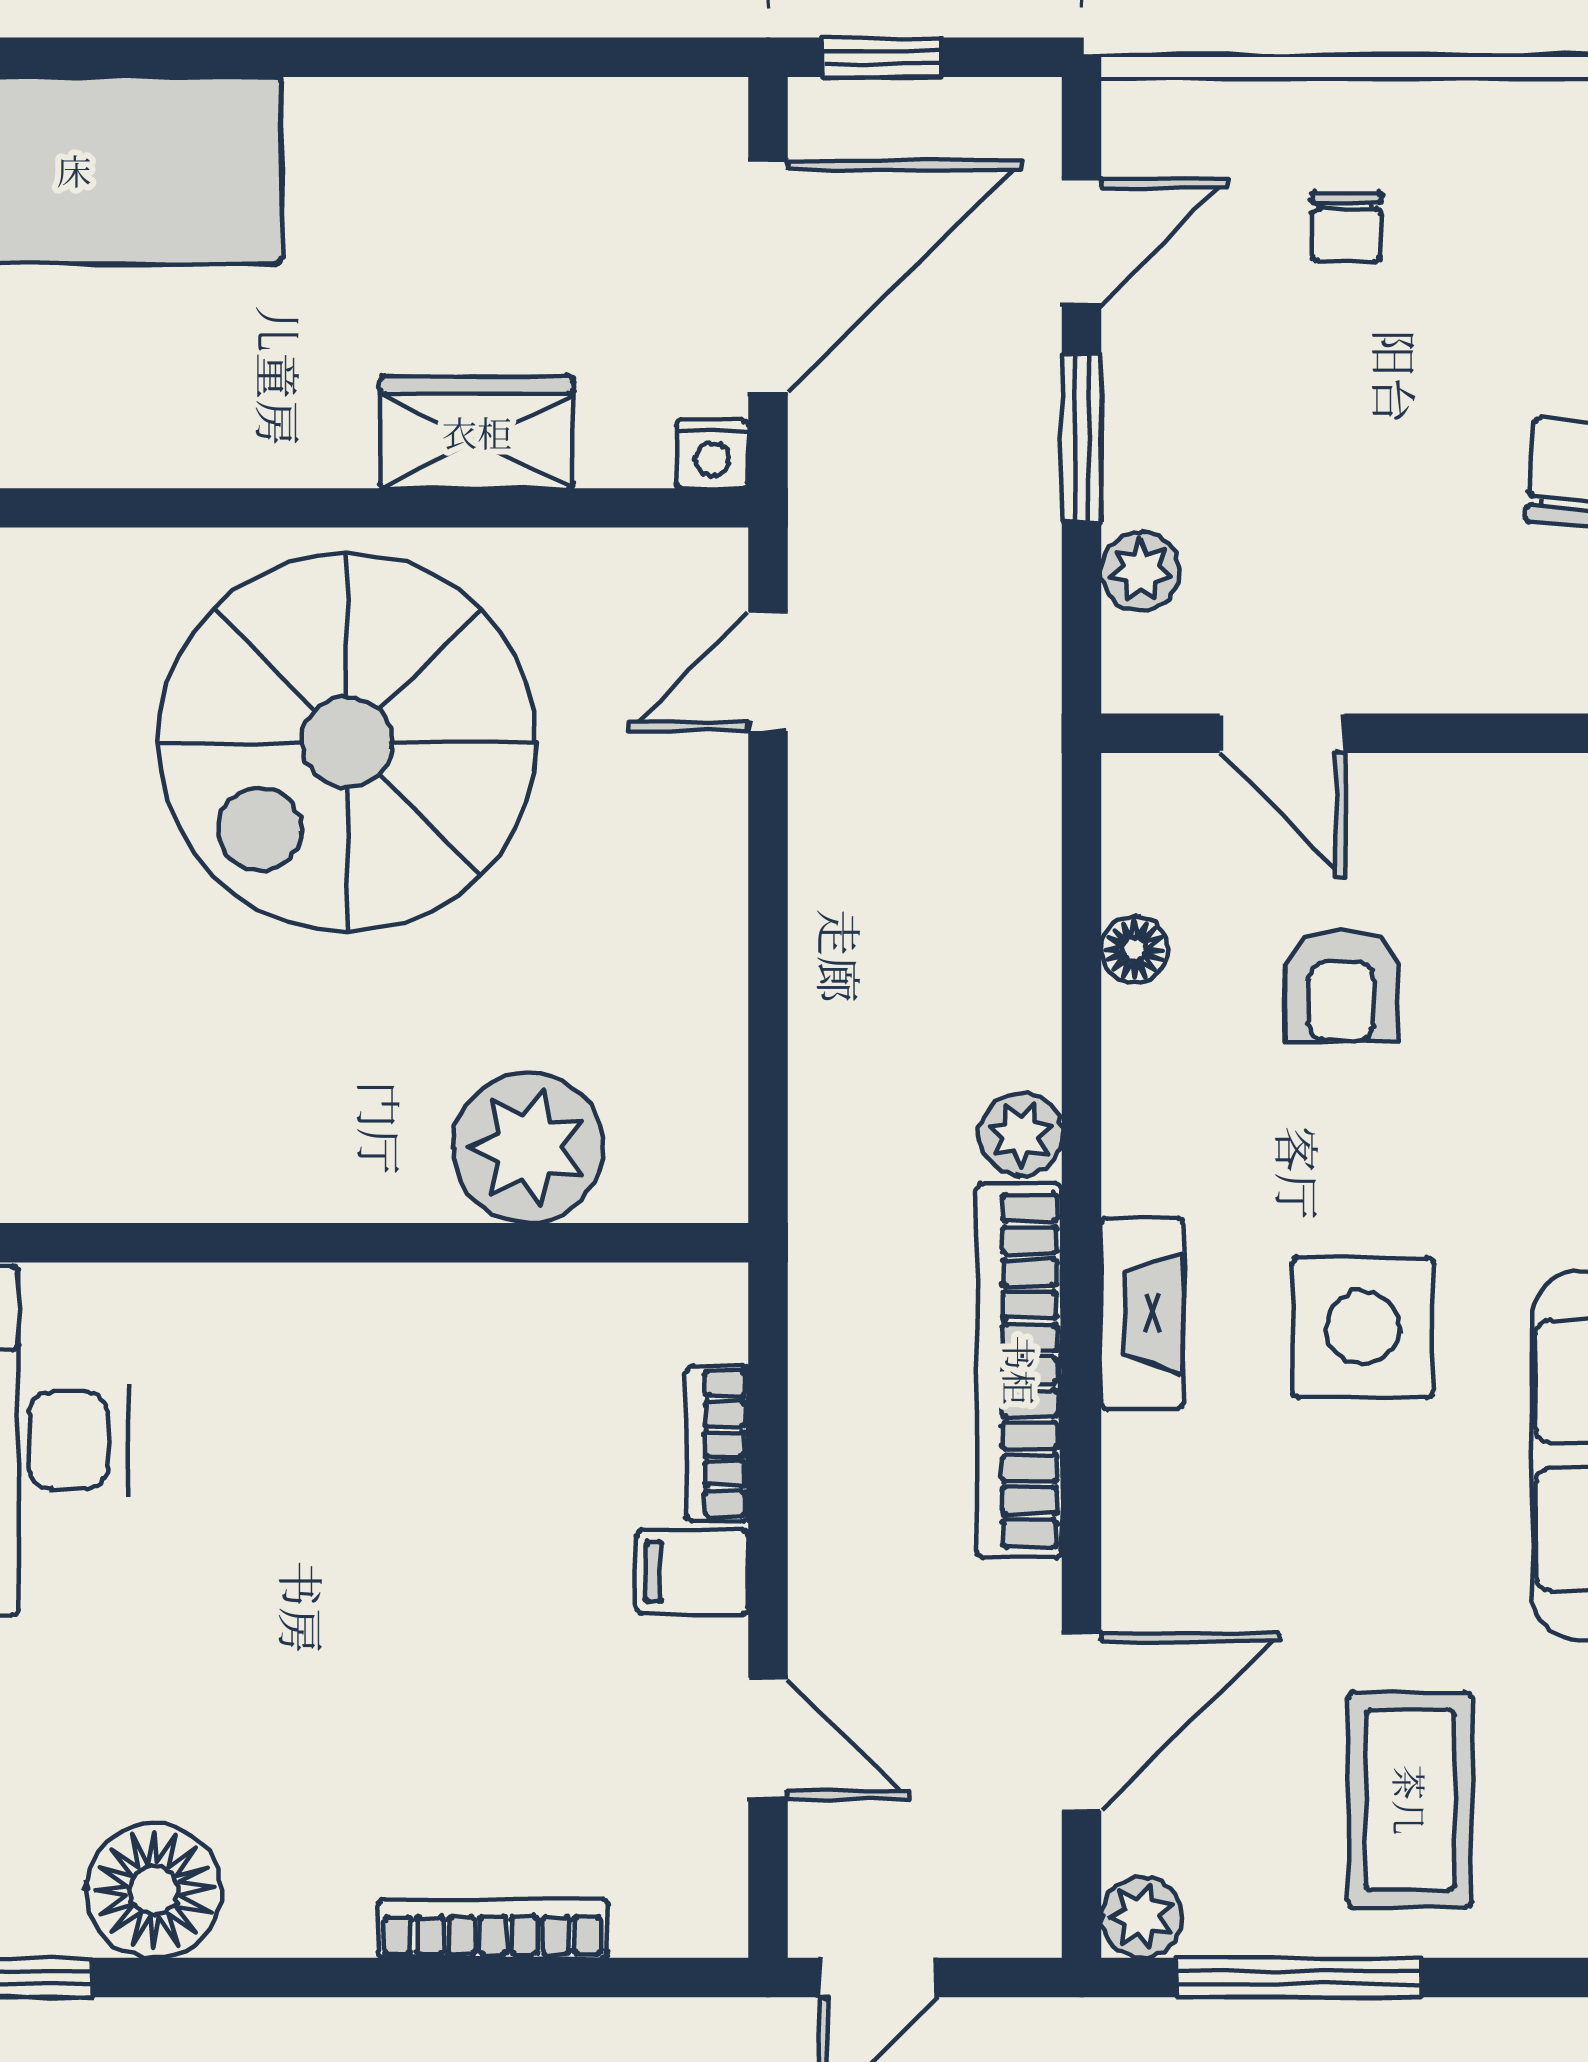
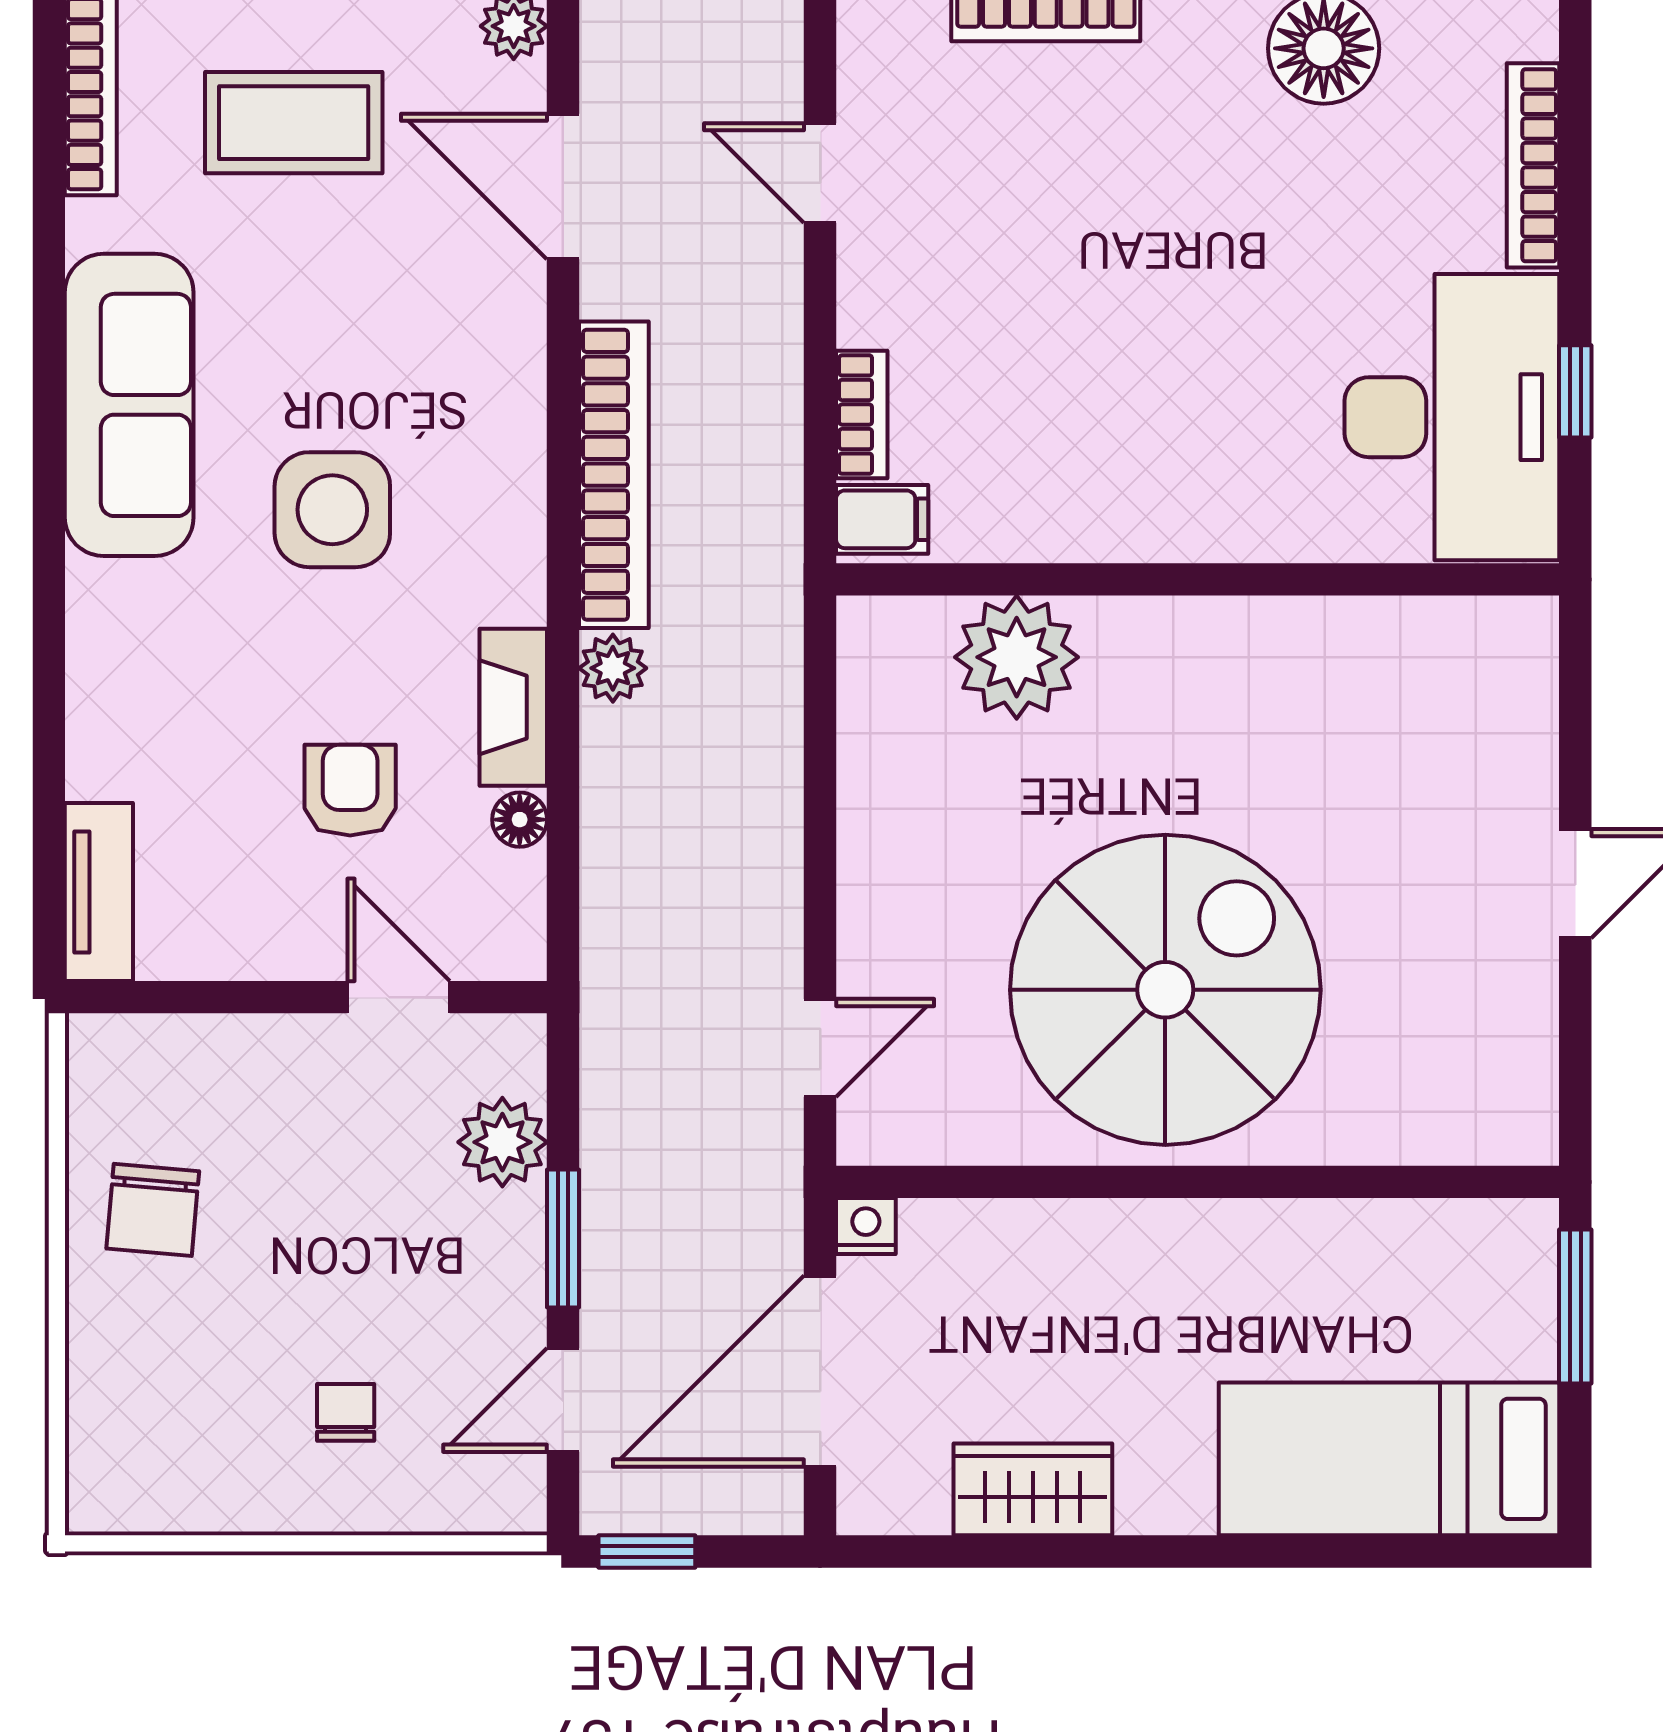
window: (882, 57) -> (647, 1551), moved
wardrobe: (477, 432) -> (1033, 1489), moved, turned 180
plant: (1141, 571) -> (502, 1142), width x1.38, depth x1.38
fireplace: (1142, 1313) -> (513, 707), moved
filing cabinet: (692, 1572) -> (882, 519), moved
door: (1082, 1722) -> (563, 186), hinge flipped
coffee table: (1410, 1800) -> (294, 123), turned 90

